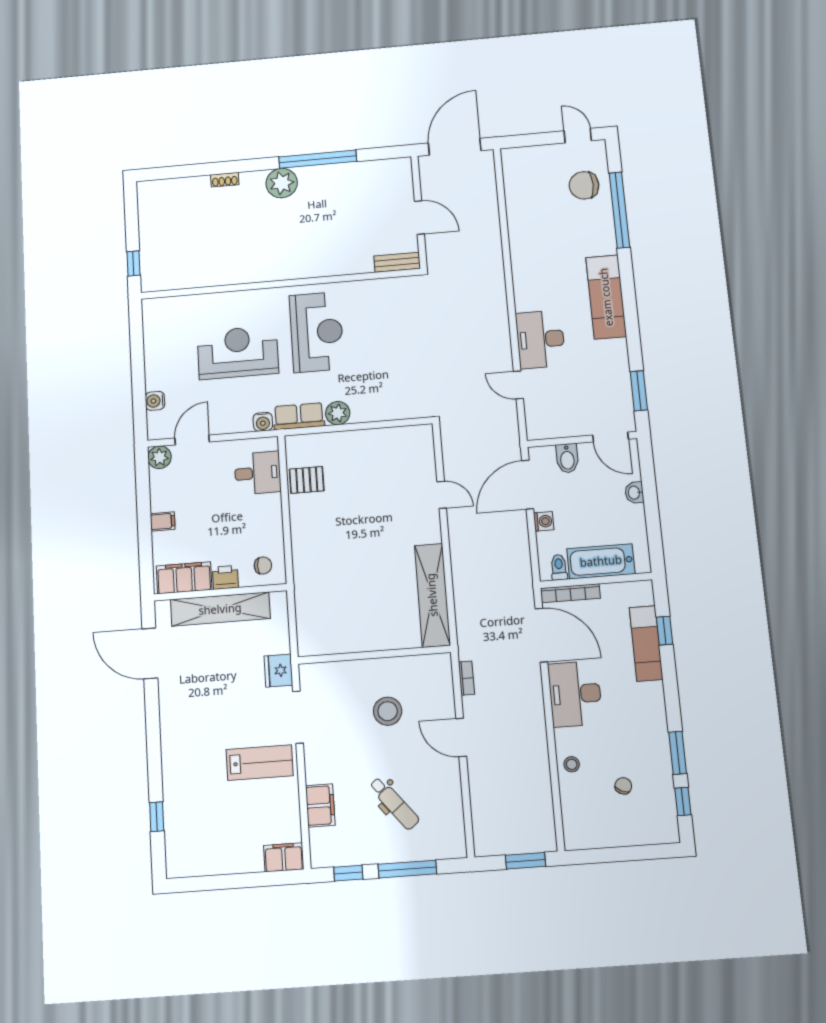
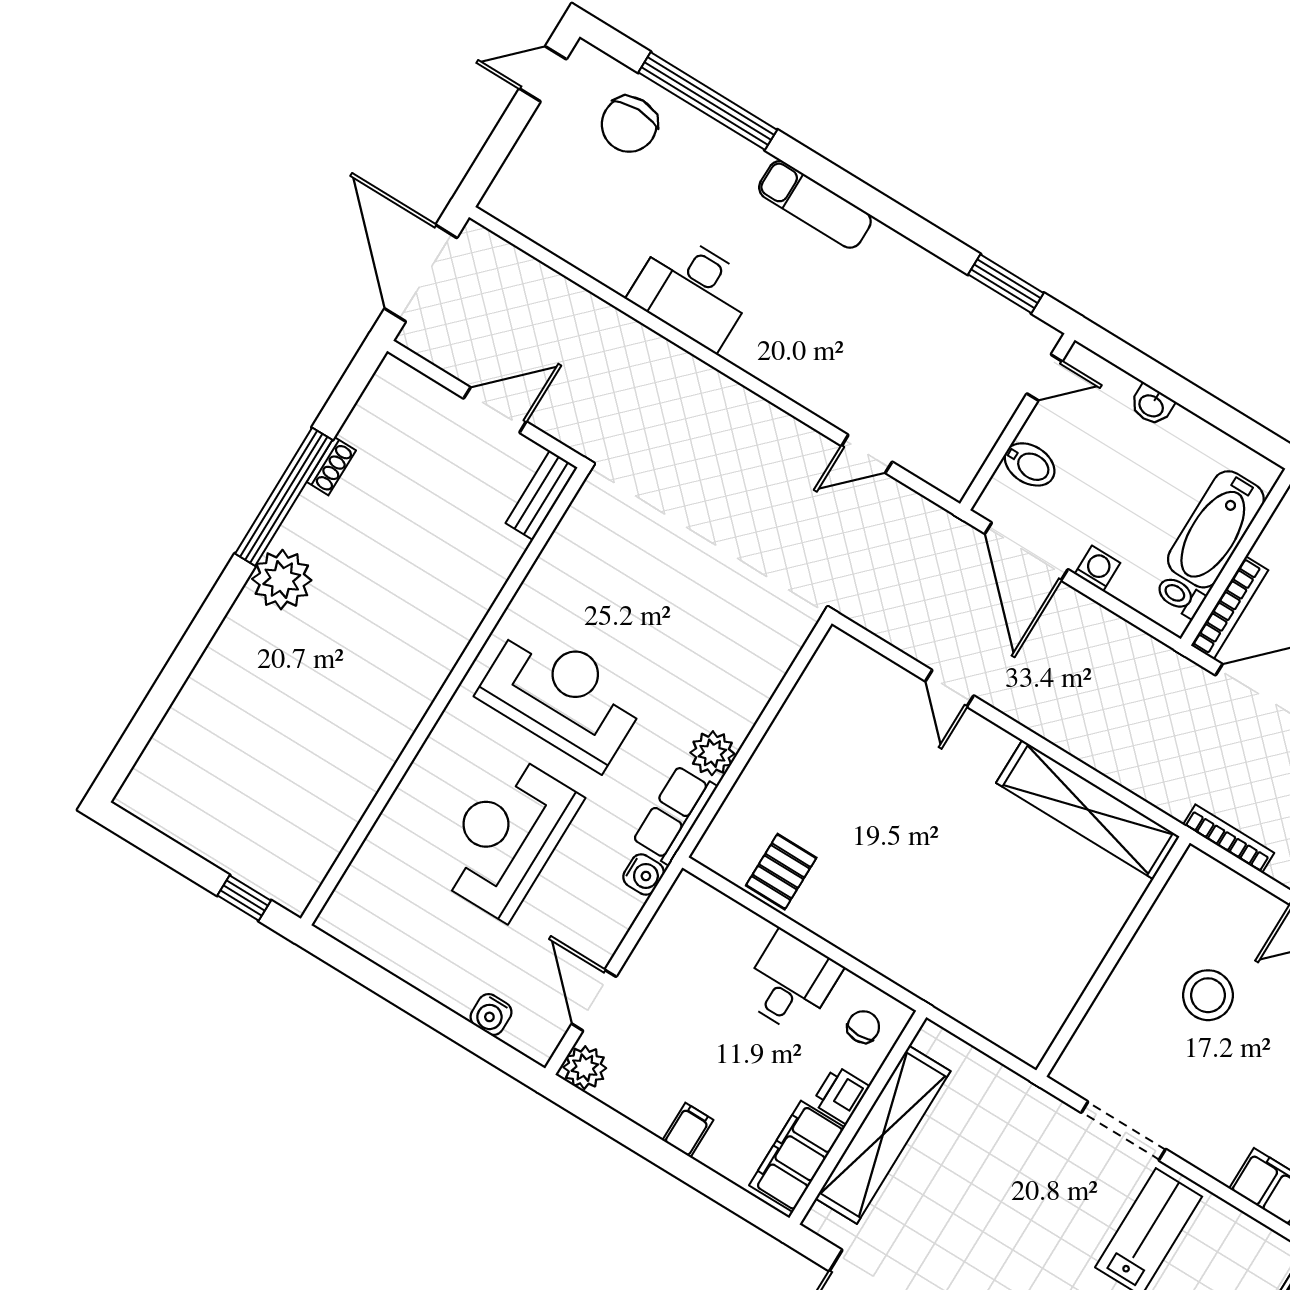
shoe rack: (225, 180) -> (331, 466), moved
exam couch: (606, 297) -> (815, 204), width x0.73, depth x0.69
desk: (540, 339) -> (693, 291), moved
door: (611, 437) -> (1045, 378), width x0.73
desk: (258, 473) -> (791, 982), moved
door: (442, 495) -> (949, 688), swing flipped
fridge: (278, 671) -> (1035, 1112), removed
bookcase: (466, 678) -> (1229, 839), width x1.56

